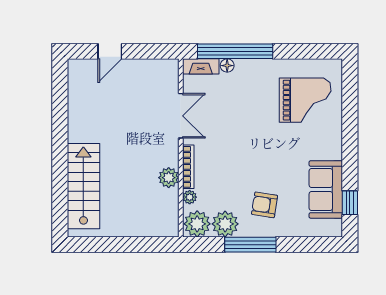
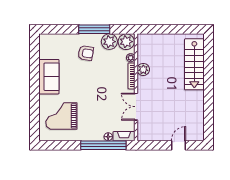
sofa: (326, 189) -> (49, 77), moved
window: (350, 203) -> (35, 54), removed

